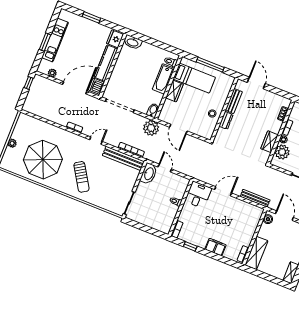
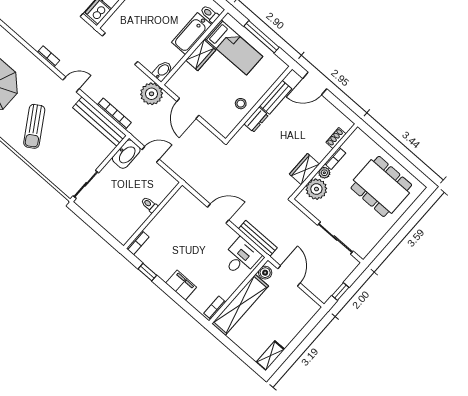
door: (256, 83) -> (315, 84), swing flipped
door: (165, 168) -> (151, 154), hinge flipped
desk: (198, 195) -> (241, 257), moved
shelving: (256, 253) -> (240, 305), width x1.47

